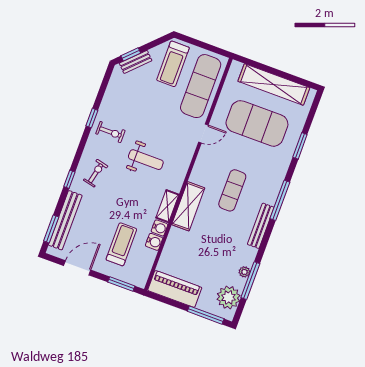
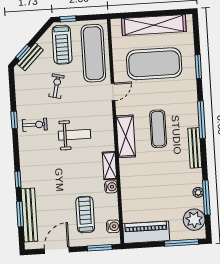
window: (190, 40) -> (68, 19), added
exercise bike: (96, 173) -> (57, 86), moved
shelving: (188, 206) -> (126, 136), moved
window: (51, 229) -> (20, 214), moved
water cooler: (154, 242) -> (113, 226), moved

